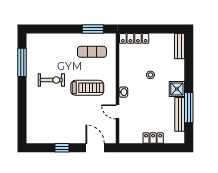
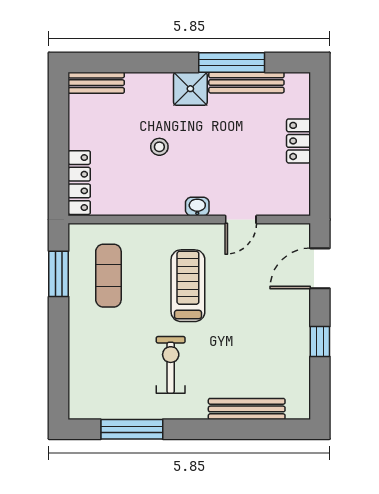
bench: (31, 115) -> (247, 409), added

